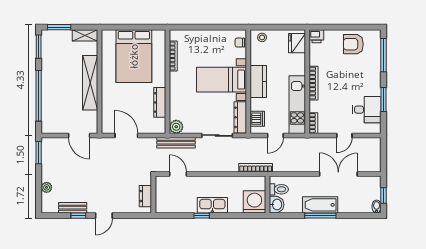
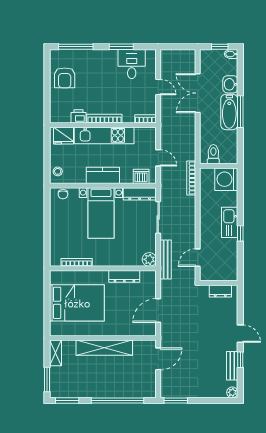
printer: (316, 36) -> (78, 116), moved, turned -90
kitchen unit: (297, 105) -> (104, 135), moved
plant: (47, 187) -> (232, 392), moved
washbasin: (277, 205) -> (230, 84), moved, turned -90

